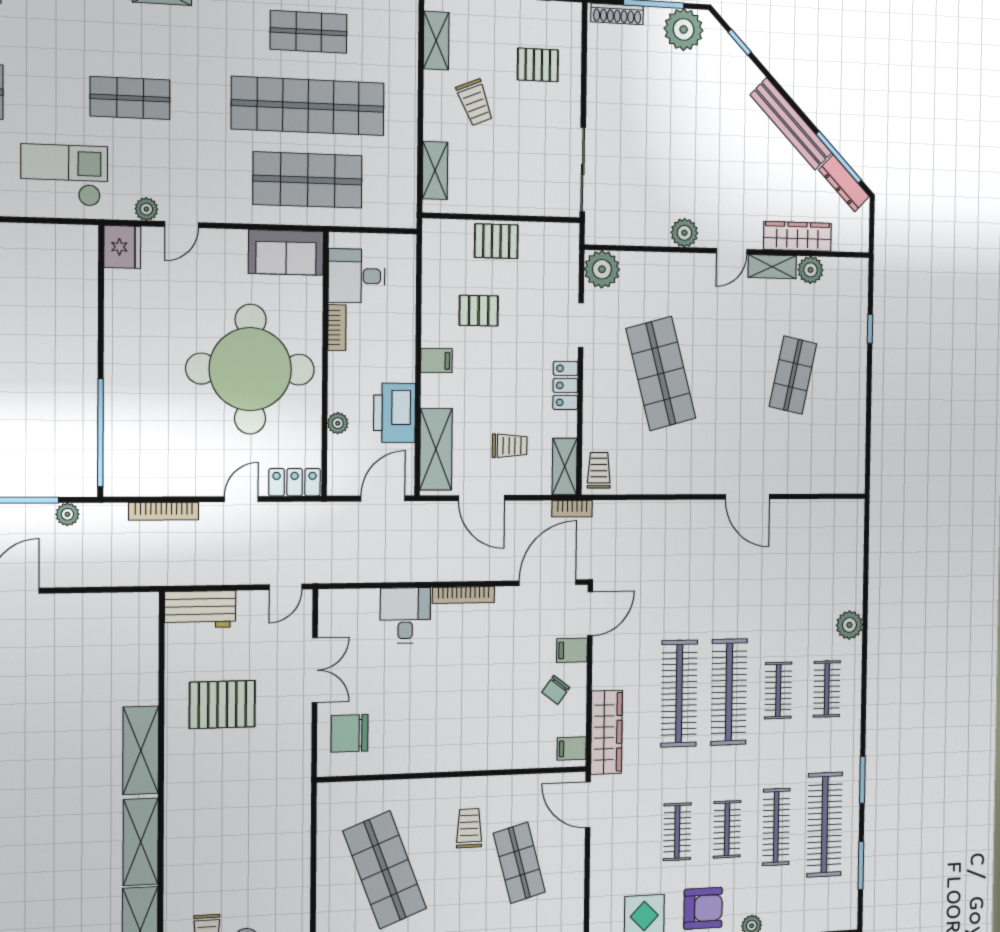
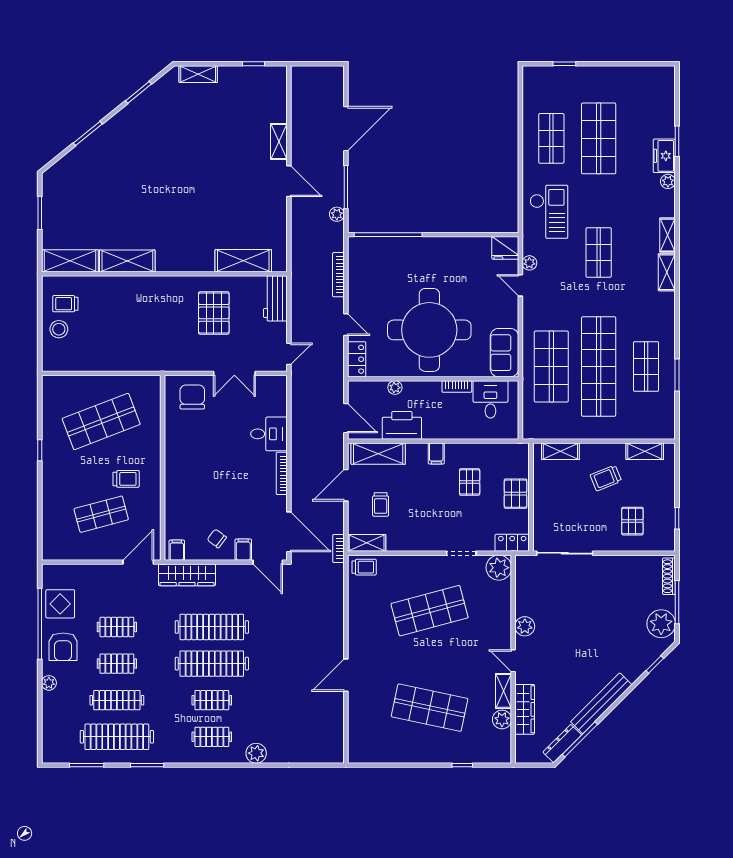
shop shelf: (793, 375) -> (430, 708), width x1.43, depth x1.36
locker: (565, 385) -> (512, 543), moved
door: (286, 587) -> (289, 354), swing flipped
shelving: (141, 750) -> (243, 261), moved

